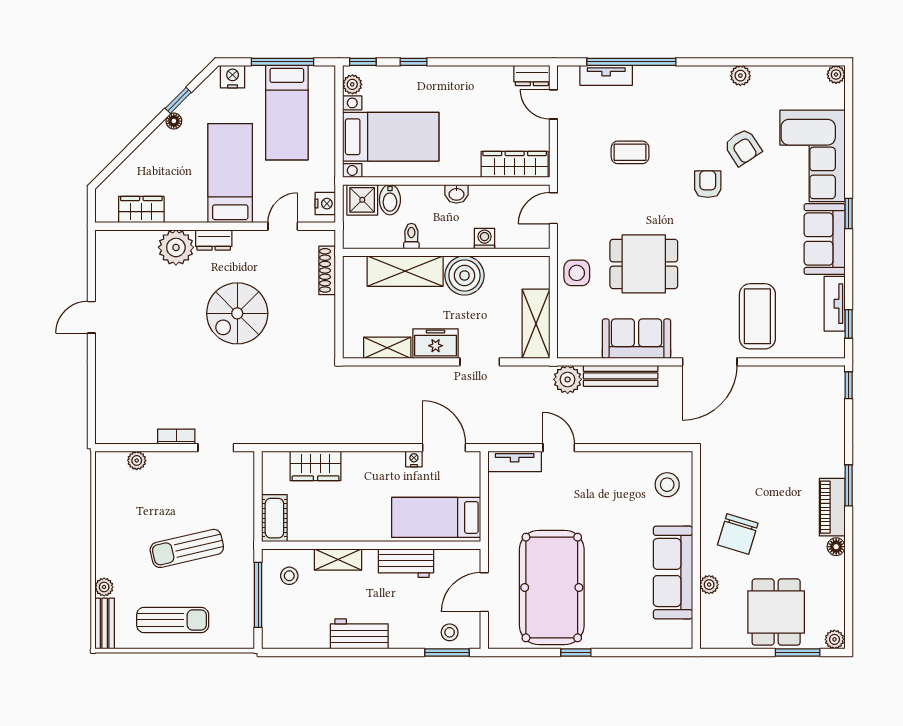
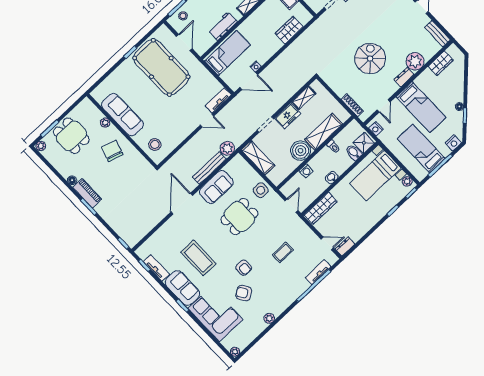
bench: (105, 257) -> (437, 34), added
coffee table: (757, 316) -> (198, 258), moved

